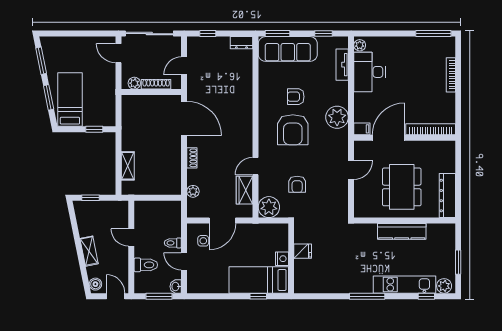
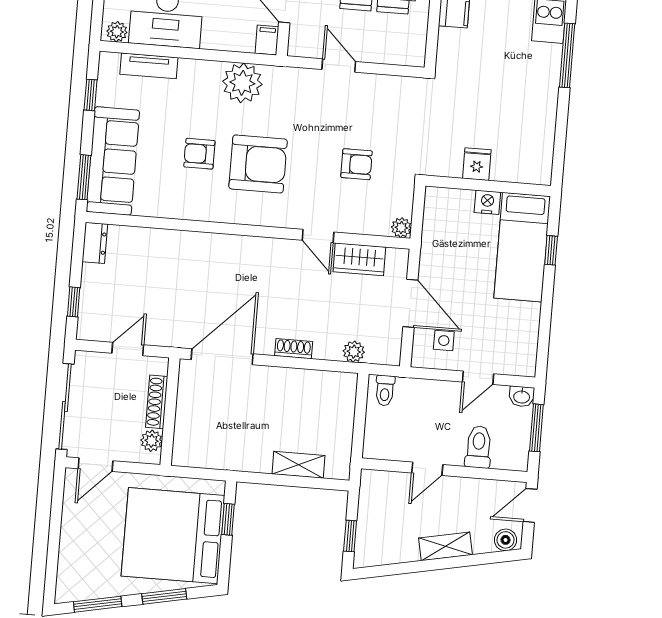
door: (184, 66) -> (128, 349), swing flipped
armchair: (296, 97) -> (199, 154), turned 90
bed: (70, 99) -> (173, 536), width x2.04
plant: (269, 207) -> (401, 228), width x0.53, depth x0.53
toilet: (173, 243) -> (385, 390), moved

